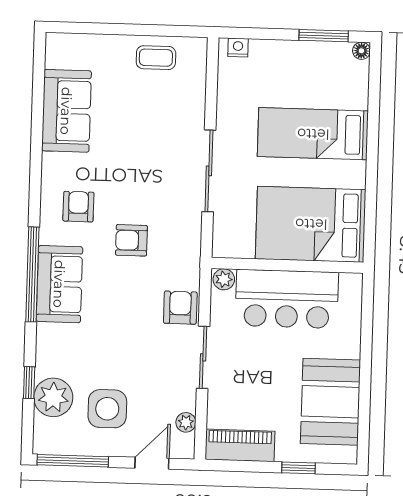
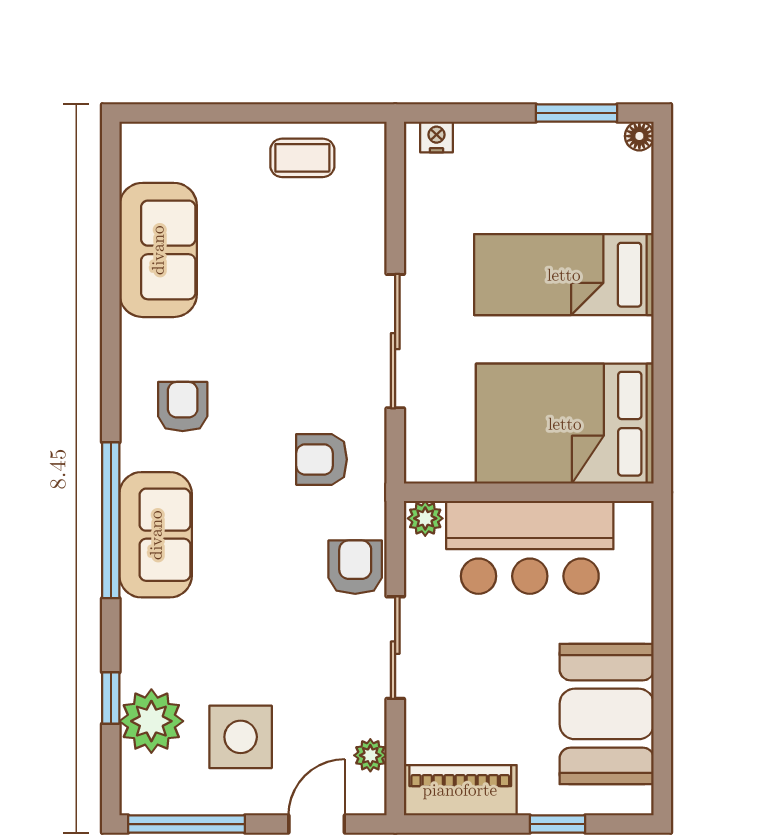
armchair: (131, 240) -> (322, 459), moved

